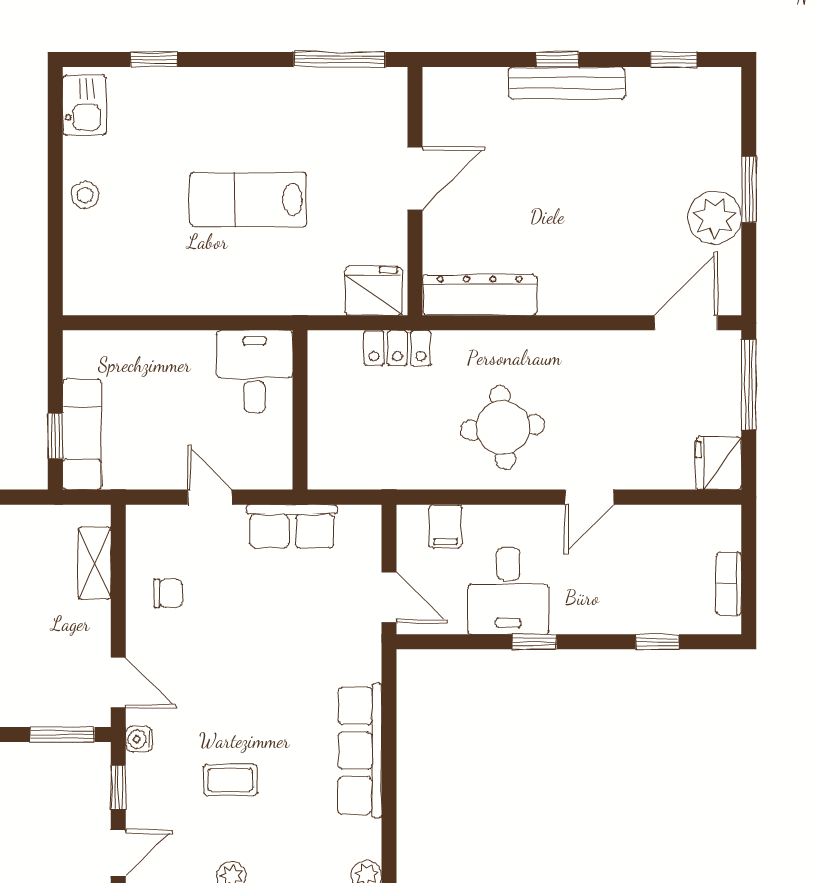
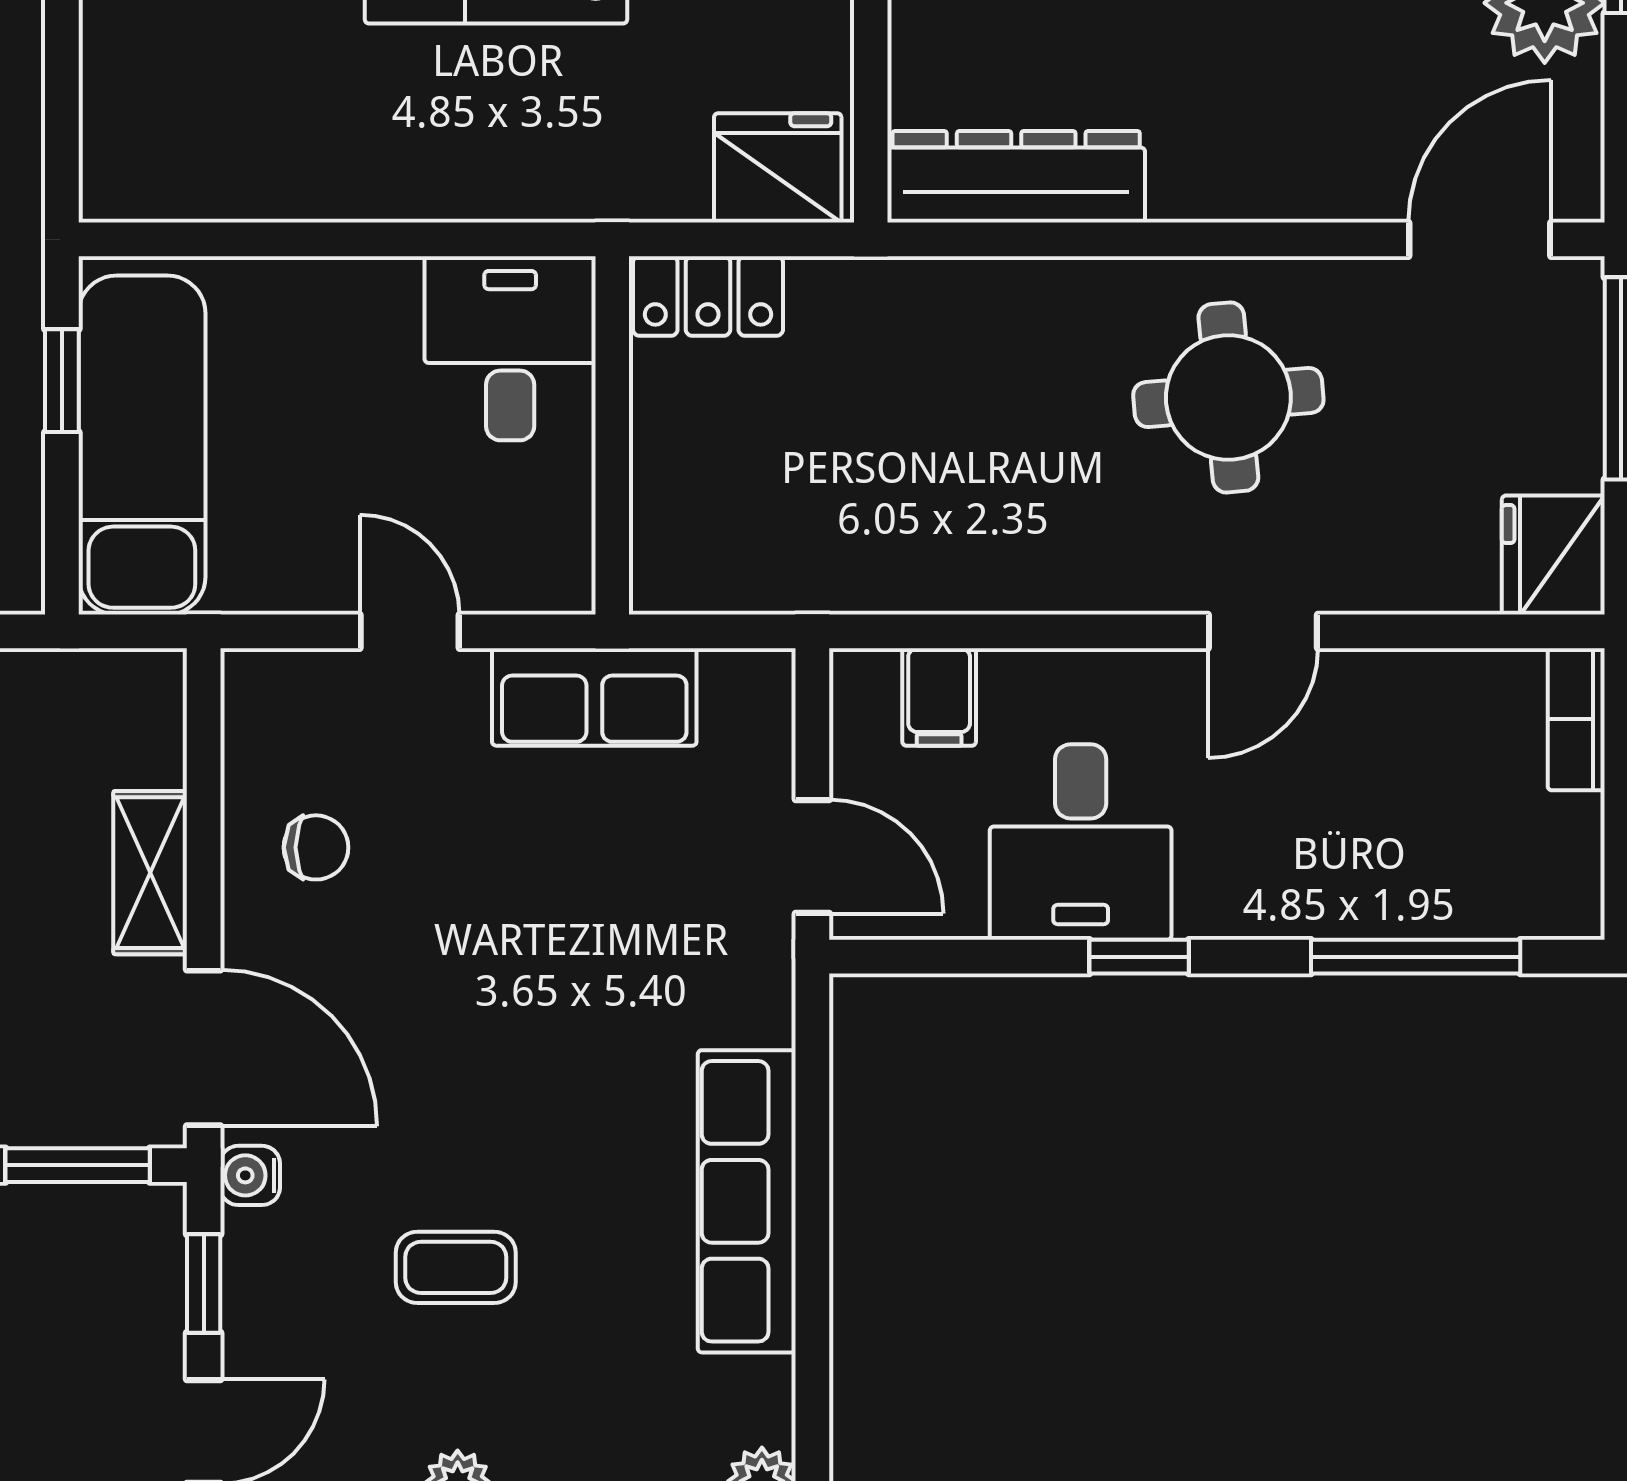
locker: (397, 348) -> (708, 296), moved
round table: (503, 427) -> (1228, 397), moved
exam couch: (82, 434) -> (142, 445), width x1.36, depth x1.45
window: (55, 436) -> (62, 381), moved
shelving: (94, 563) -> (150, 873), moved
bookcase: (729, 584) -> (1576, 719), moved
window: (657, 642) -> (1416, 957), width x2.17
door: (118, 682) -> (204, 1048), width x1.38

